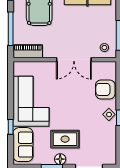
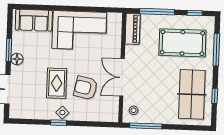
armchair: (105, 89) -> (86, 88), moved, turned -78
window: (11, 127) -> (53, 8), removed
rug: (65, 139) -> (57, 83), moved

